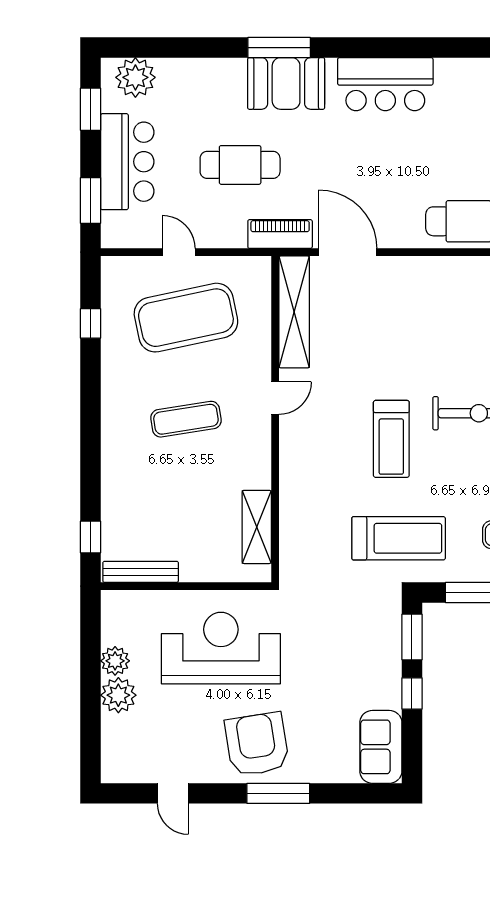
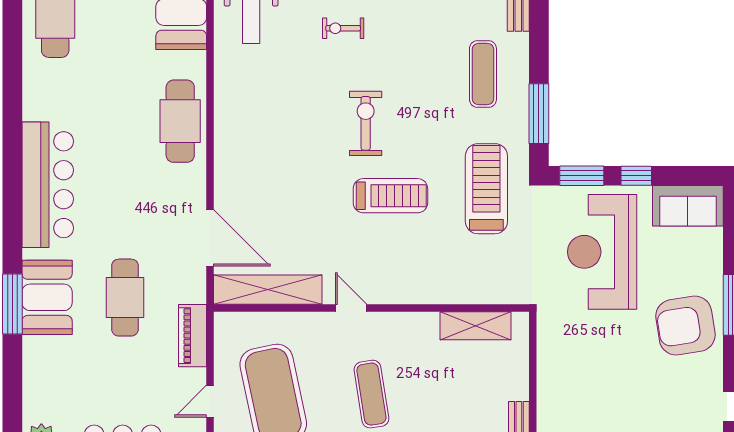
bar counter: (385, 84) -> (48, 185), width x1.36
cafe table: (240, 165) -> (125, 298), moved
piano: (280, 234) -> (193, 336), moved
door: (348, 252) -> (210, 238), swing flipped
reception desk: (221, 648) -> (602, 252), moved

